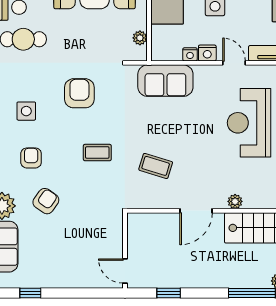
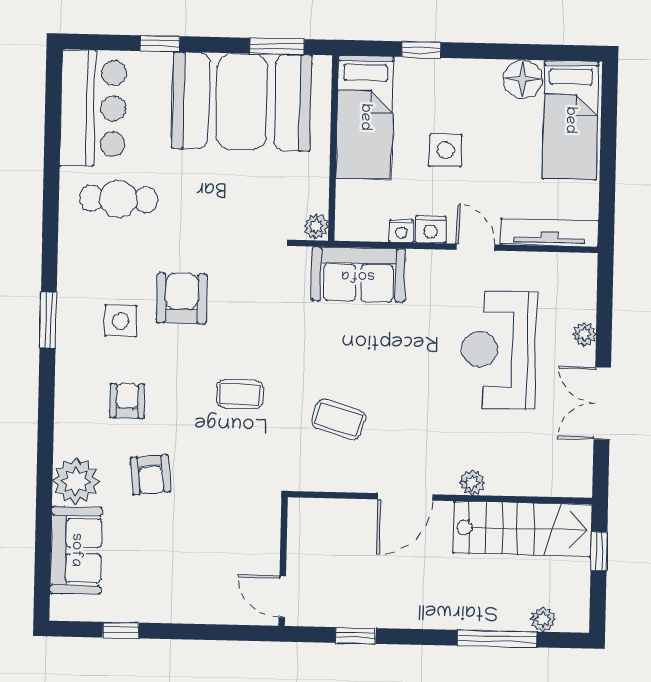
plant: (140, 38) -> (316, 226), moved
armchair: (79, 93) -> (182, 298), moved
armchair: (46, 201) -> (151, 475), turned 139

